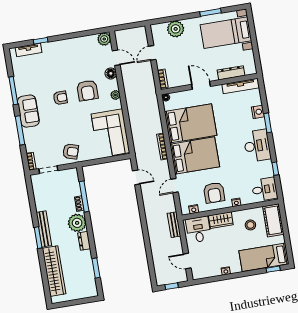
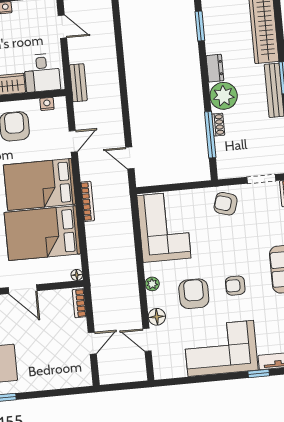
plant: (176, 29) -> (55, 377), removed
plant: (104, 39) -> (163, 369), removed
corner sofa: (67, 56) -> (221, 348), added

